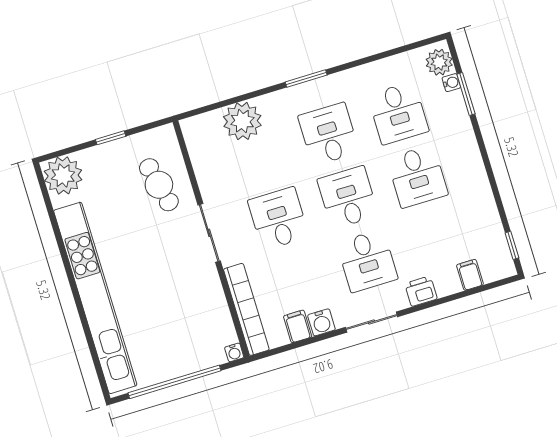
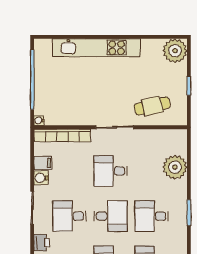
desk: (329, 134) -> (152, 216), turned 180
desk: (278, 219) -> (111, 171), turned 180
kitchen unit: (95, 298) -> (96, 48), width x0.73

